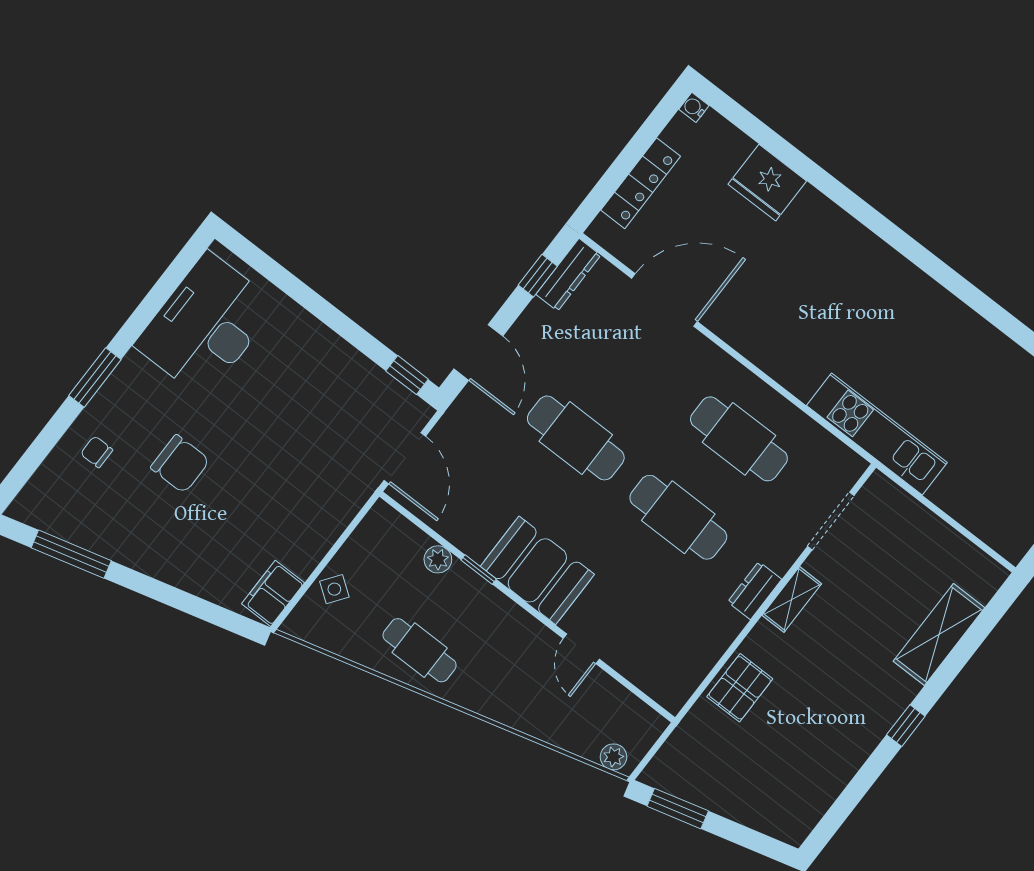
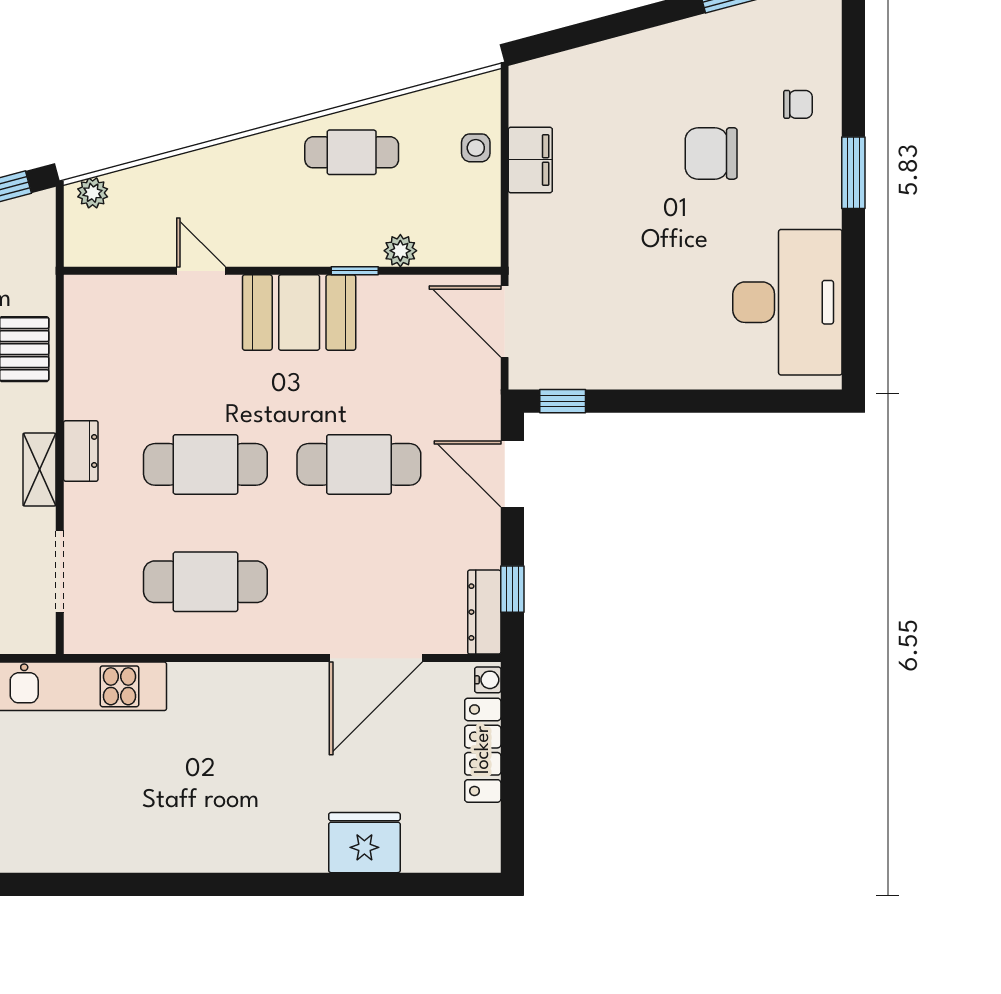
water cooler: (694, 107) -> (488, 680), moved
side table: (334, 589) -> (476, 148), turned -36
filing cabinet: (273, 593) -> (530, 160), moved

